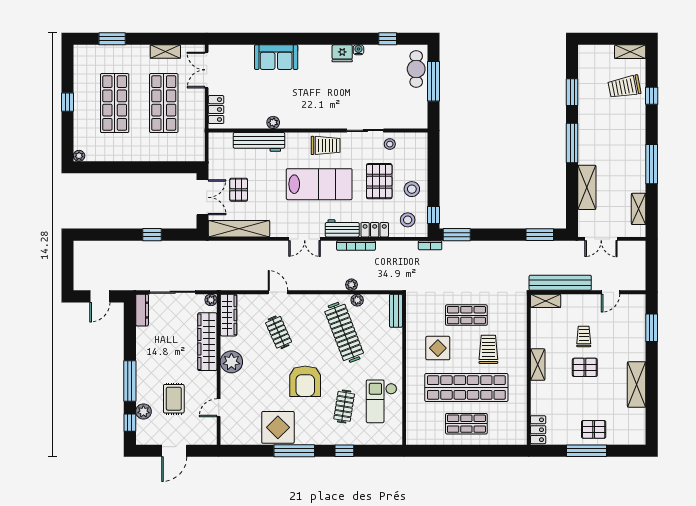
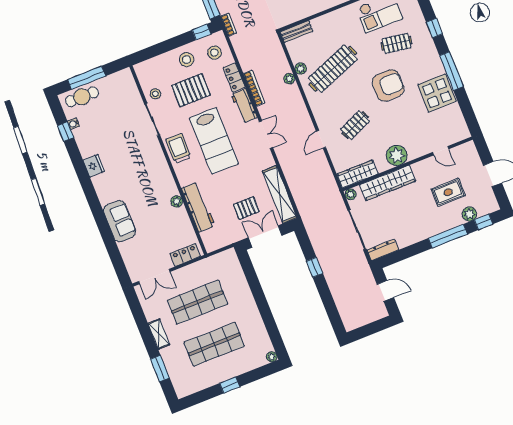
water cooler: (358, 50) -> (73, 124), moved
shelving: (165, 51) -> (159, 334), moved
lab bench: (319, 184) -> (214, 141), turned 180

